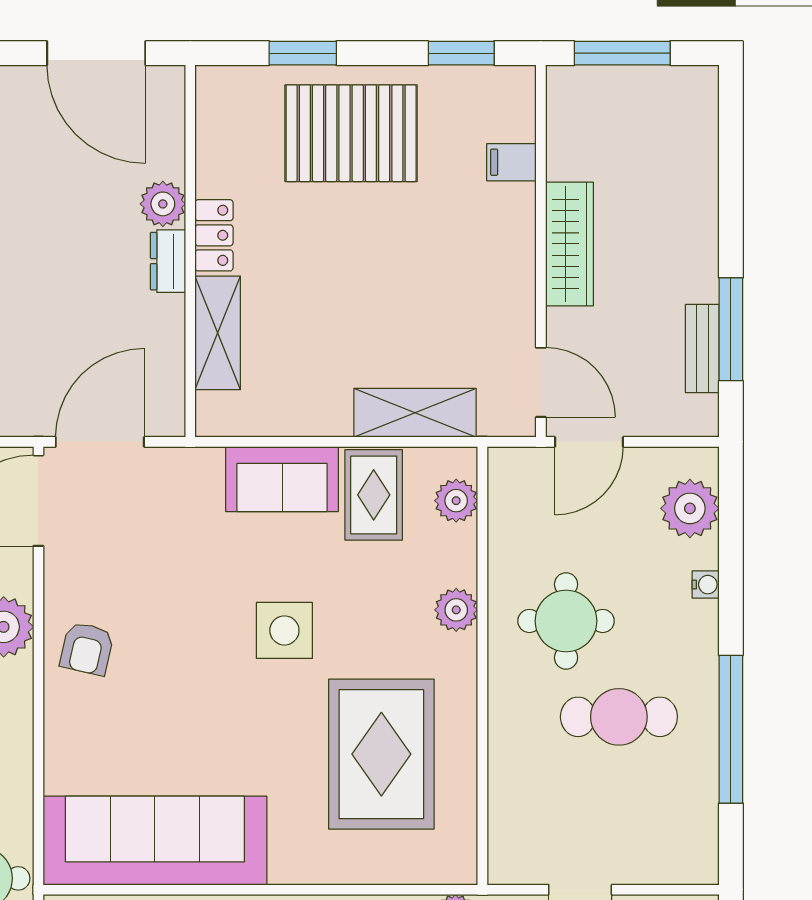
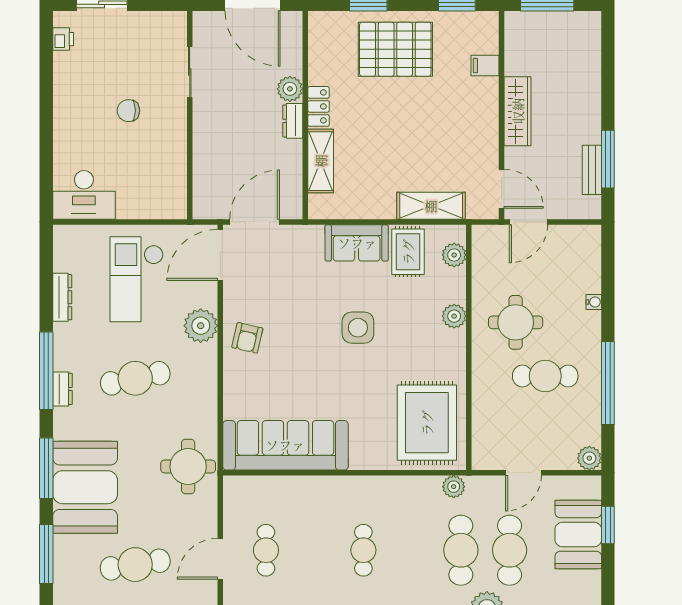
plant: (690, 508) -> (589, 458), moved, width x0.73, depth x0.73
rug: (381, 754) -> (427, 423), moved

